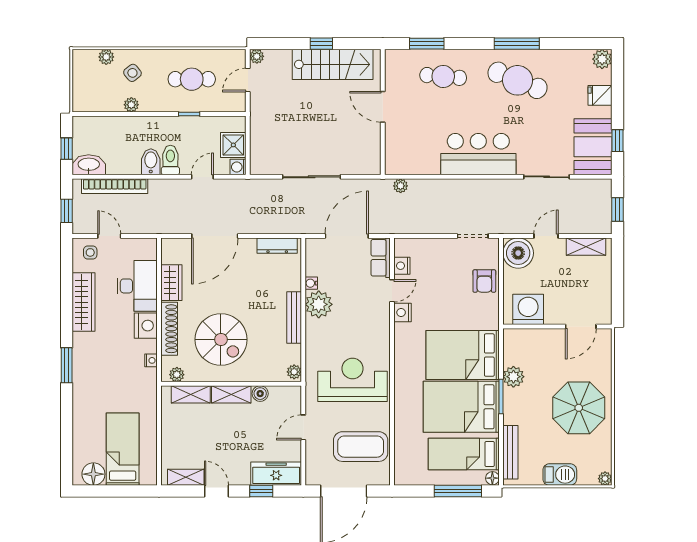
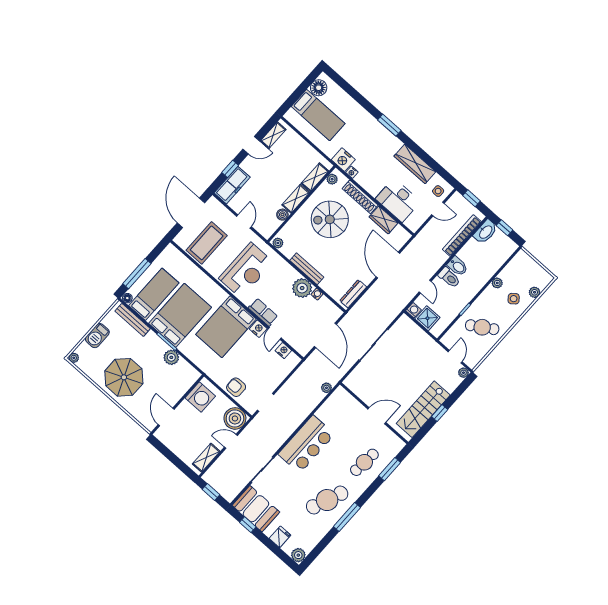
cafe table: (192, 79) -> (482, 327), turned 58
door: (546, 236) -> (231, 441), swing flipped
row of seats: (381, 258) -> (263, 312), moved
nightstand: (146, 326) -> (343, 160), moved
bed: (463, 355) -> (226, 327), moved, turned 180

